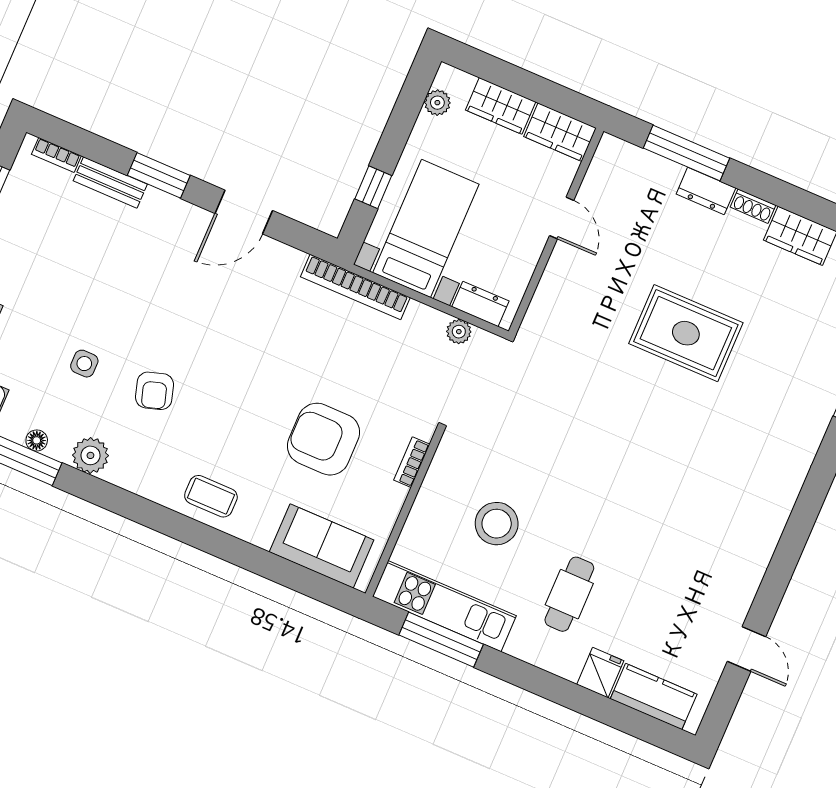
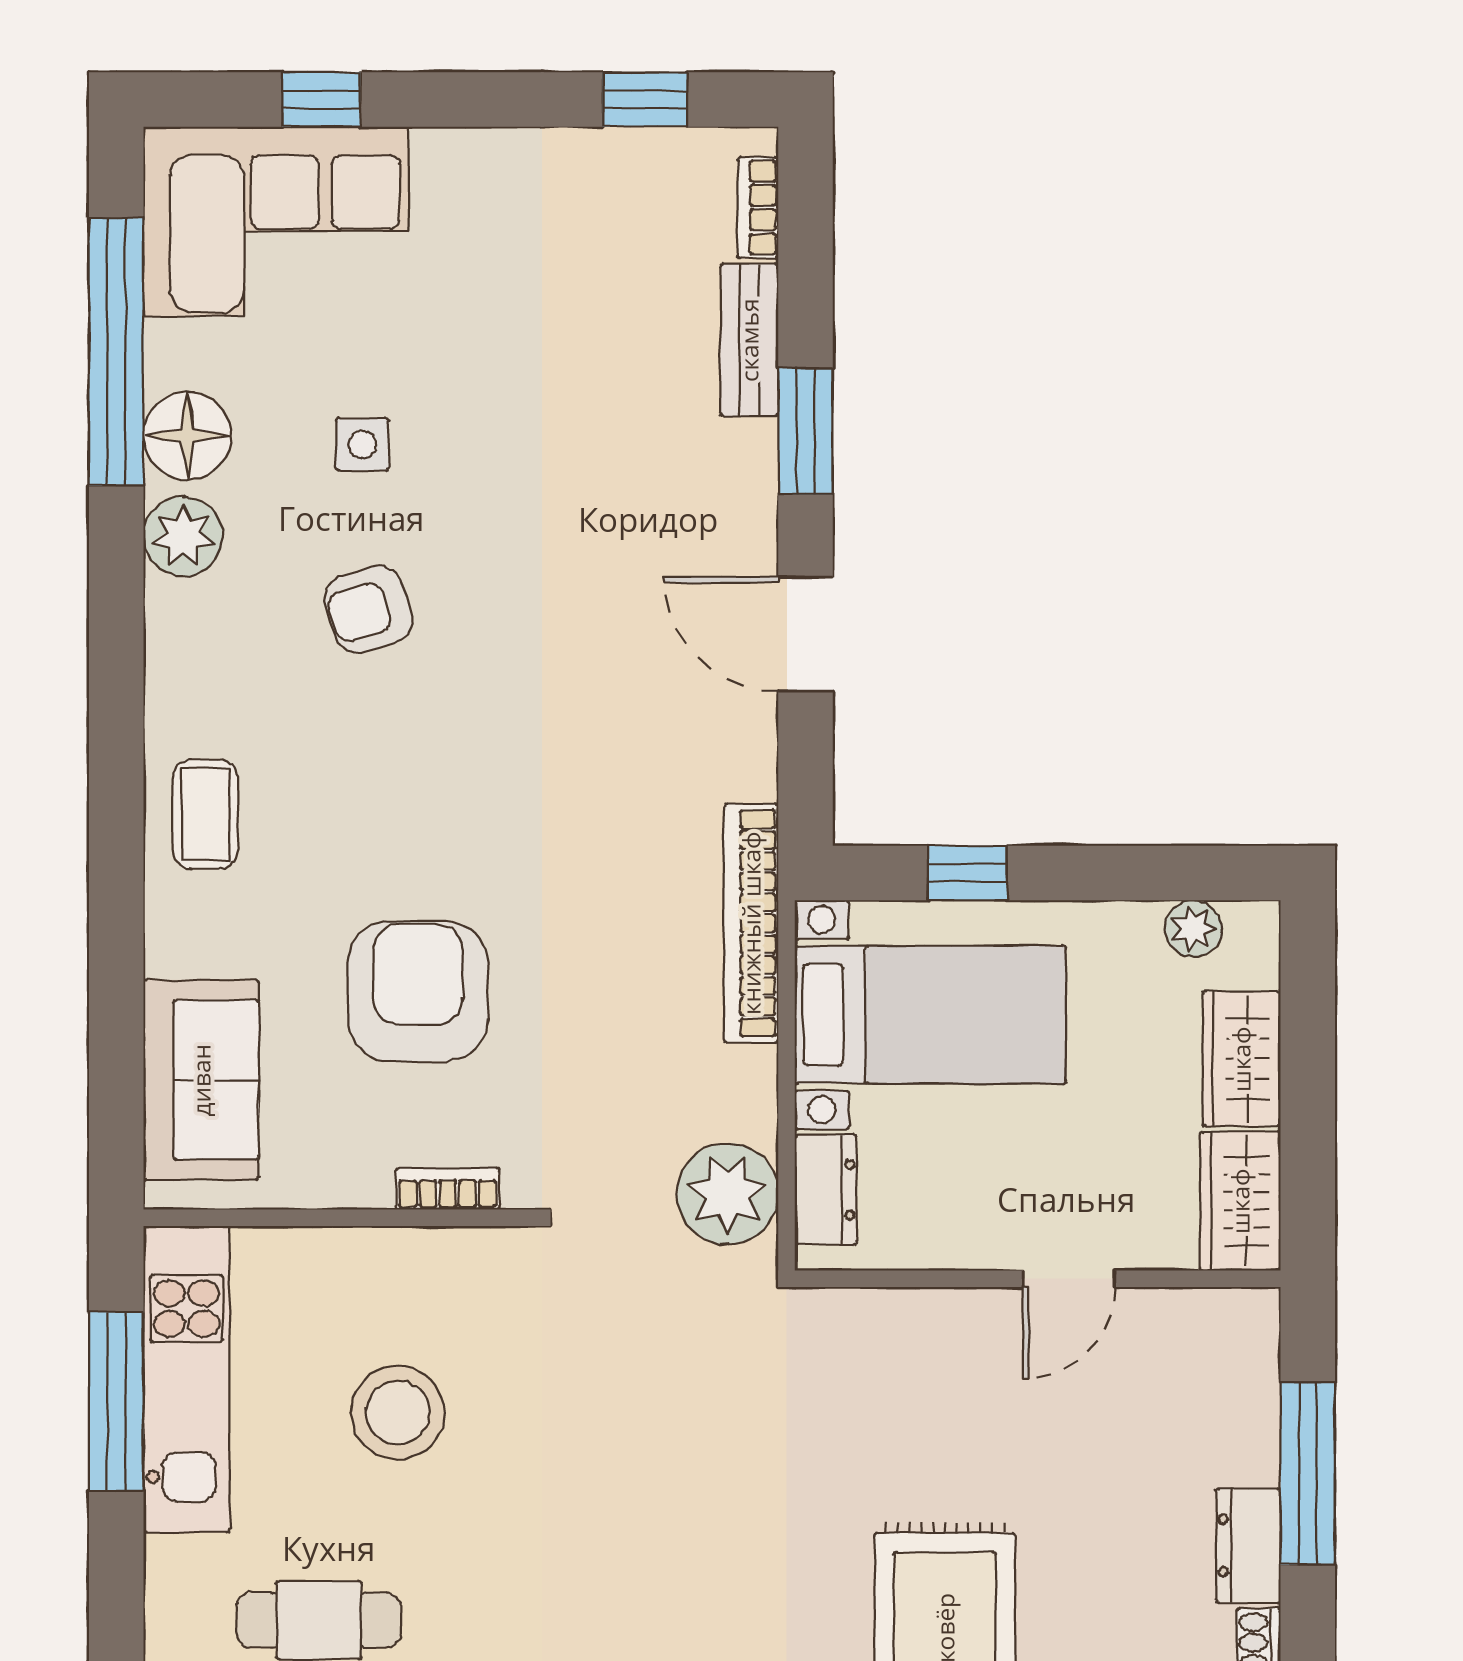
plant: (459, 332) -> (728, 1194), width x1.88, depth x1.88
floor lamp: (37, 440) -> (187, 436), width x1.89, depth x1.89

